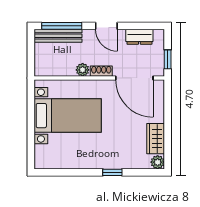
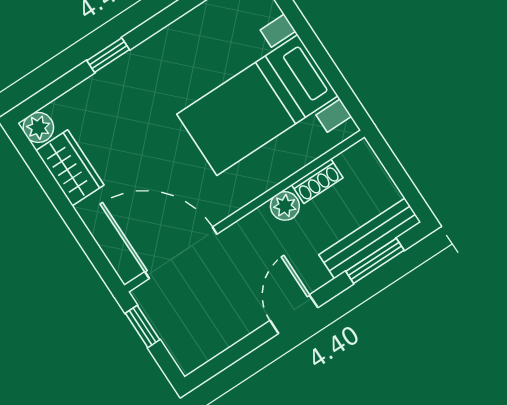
window: (62, 26) -> (375, 261), width x0.69
door: (106, 26) -> (294, 314), hinge flipped
dresser: (139, 37) -> (221, 334), removed
shoe rack: (101, 71) -> (317, 181), moved

